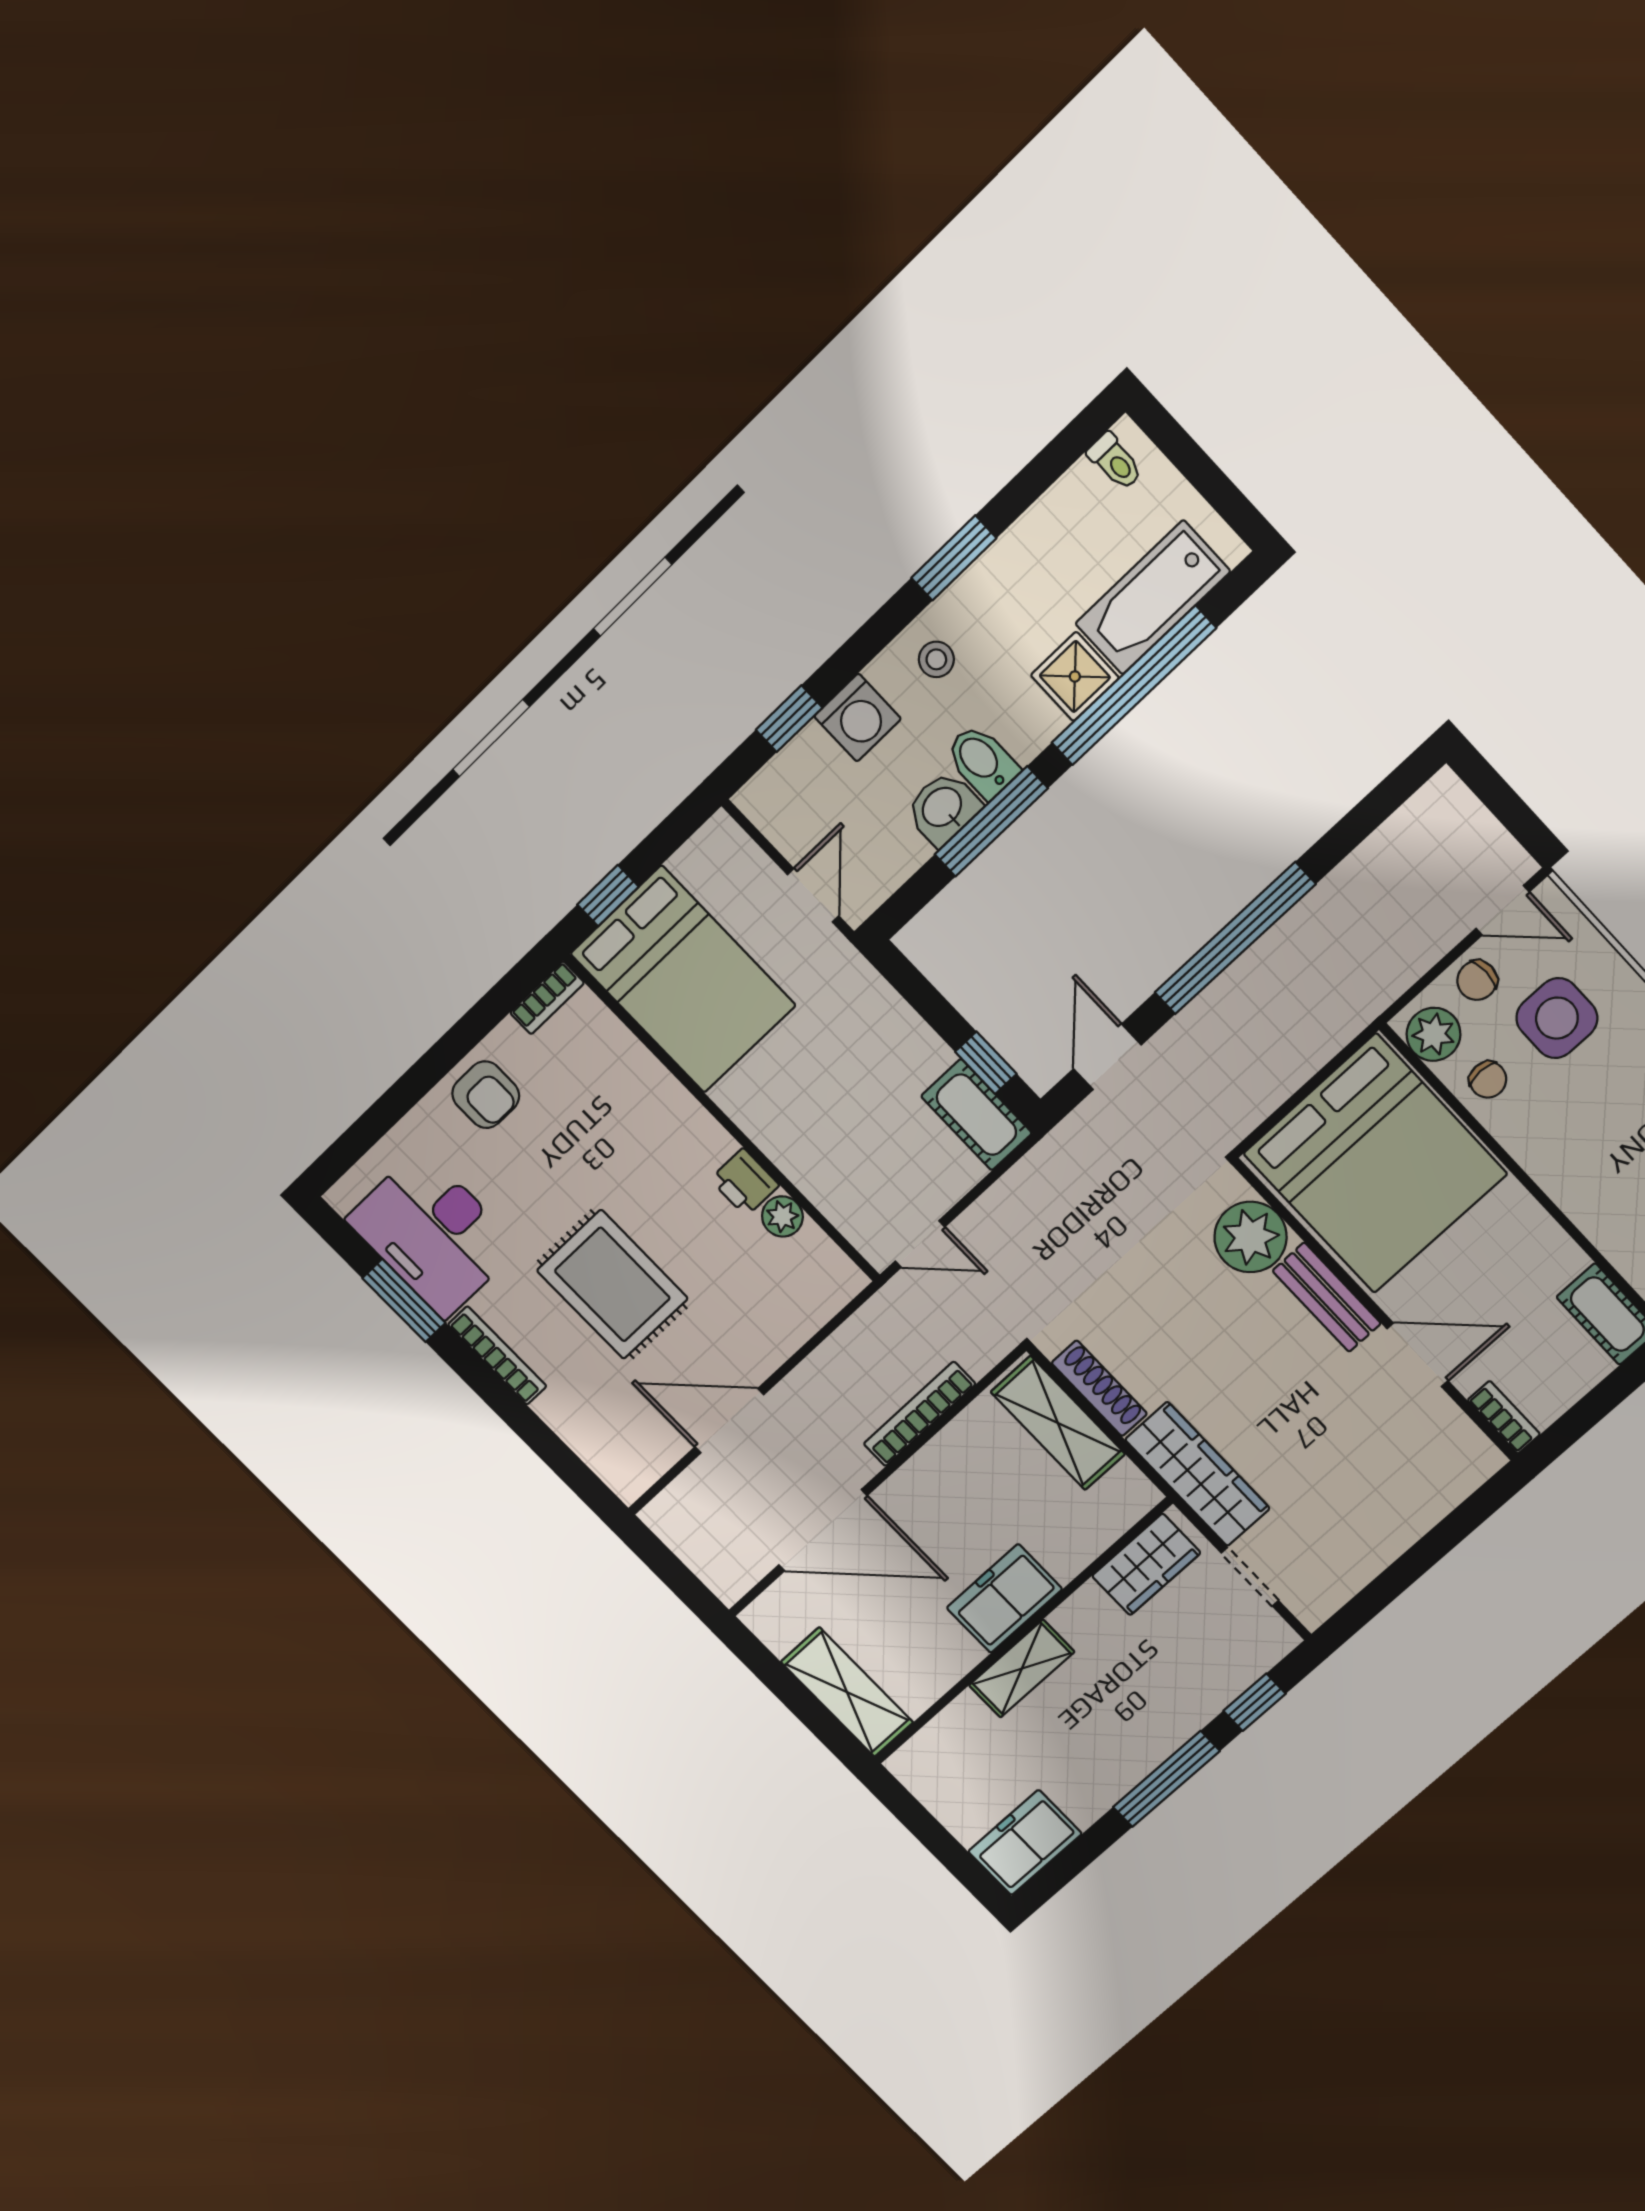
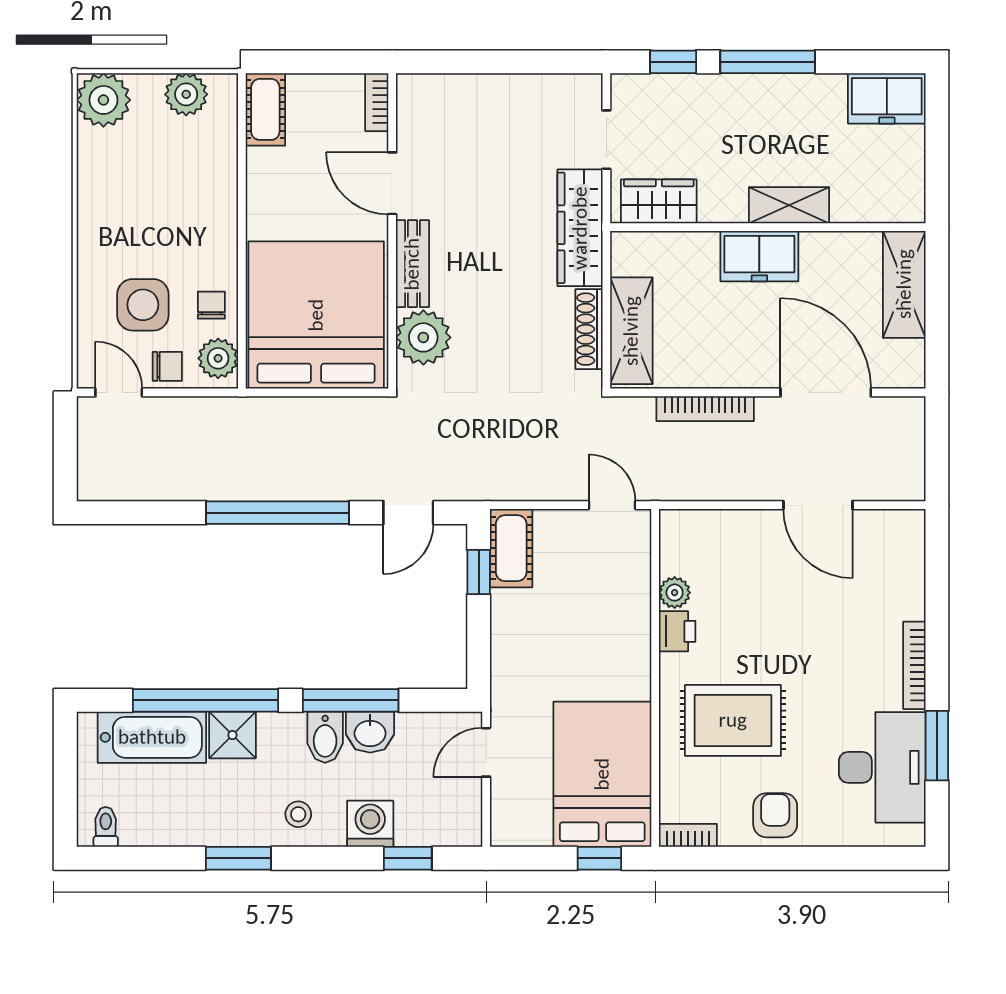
rug: (612, 1284) -> (733, 720), moved, turned 90

